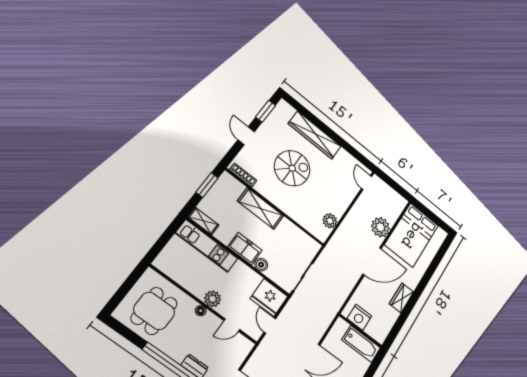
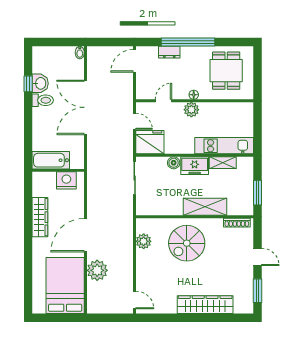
spiral stairs: (292, 168) -> (187, 243), moved
shelving: (203, 221) -> (223, 163), moved
wardrobe: (402, 298) -> (40, 217), width x1.50

